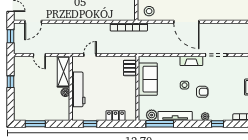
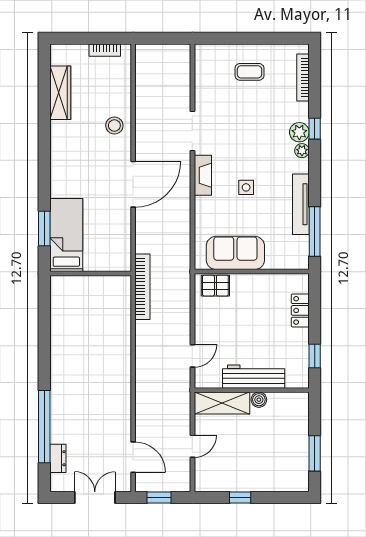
stool: (149, 11) -> (114, 125), moved
door: (90, 55) -> (192, 356), swing flipped
armchair: (202, 92) -> (258, 156), removed
plant: (152, 115) -> (299, 132), moved

